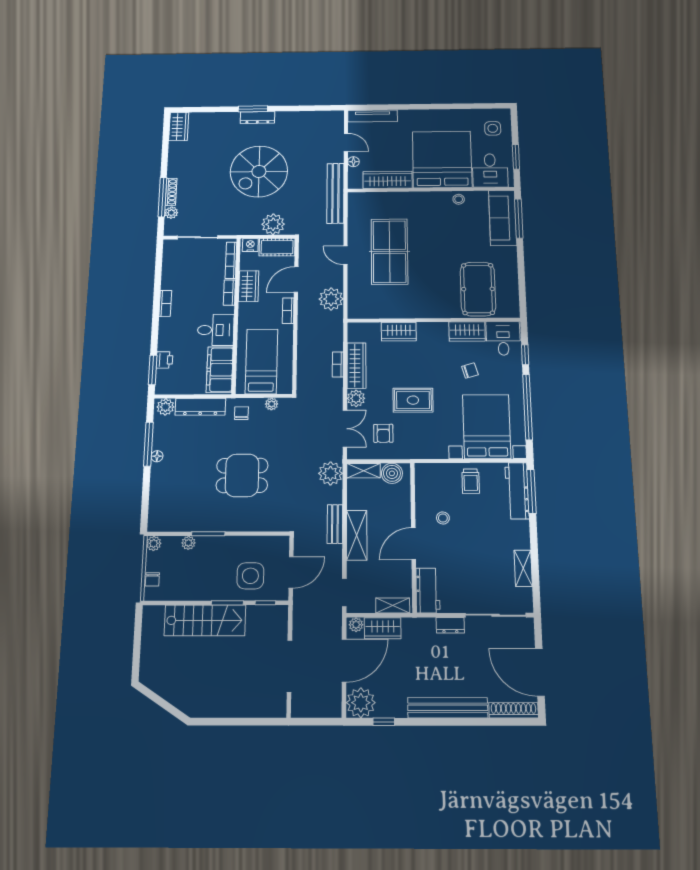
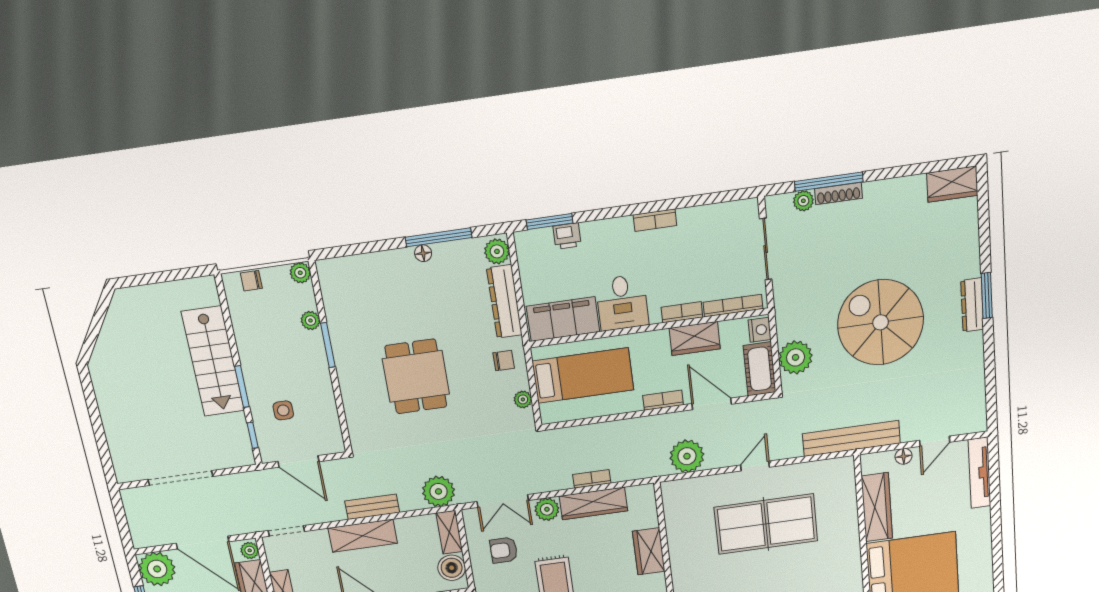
side table: (250, 576) -> (283, 410), width x0.54, depth x0.54

